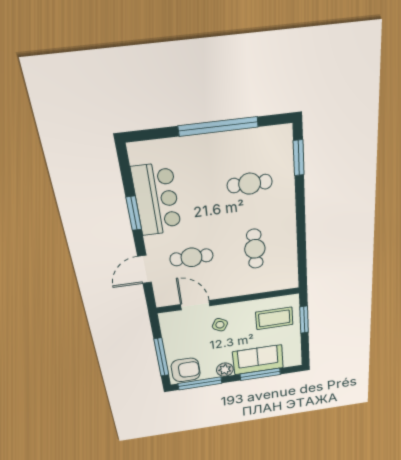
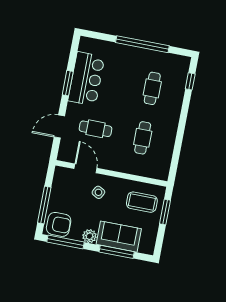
window: (299, 158) -> (190, 81), width x0.67
cafe table: (250, 184) -> (152, 88), turned 90

